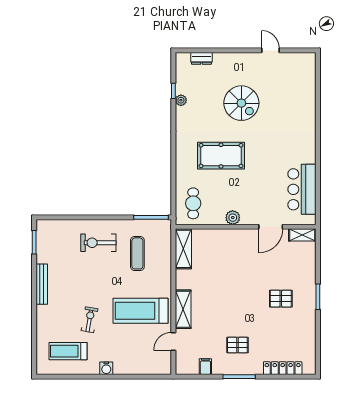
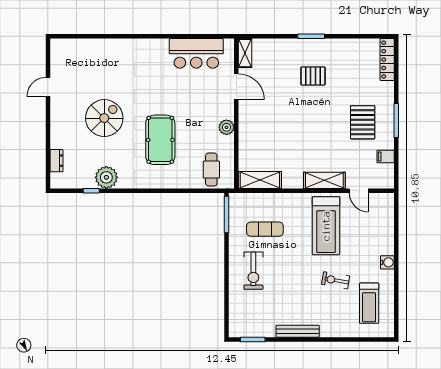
plant: (181, 100) -> (106, 177), width x1.87, depth x1.87
cafe table: (193, 203) -> (211, 170), turned 90
pallet: (281, 299) -> (313, 76), turned 90
pallet: (237, 345) -> (363, 122), width x1.50, depth x1.42
locker: (283, 368) -> (387, 60), moved

